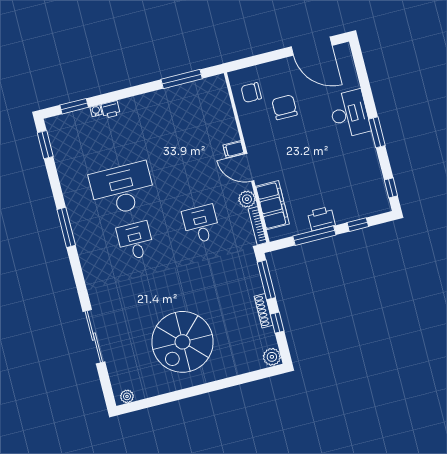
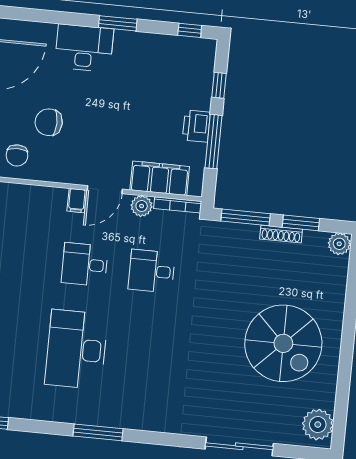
desk: (135, 241) -> (85, 265), moved
window: (277, 323) -> (301, 223), width x1.50
plant: (127, 396) -> (318, 425), width x1.88, depth x1.88

